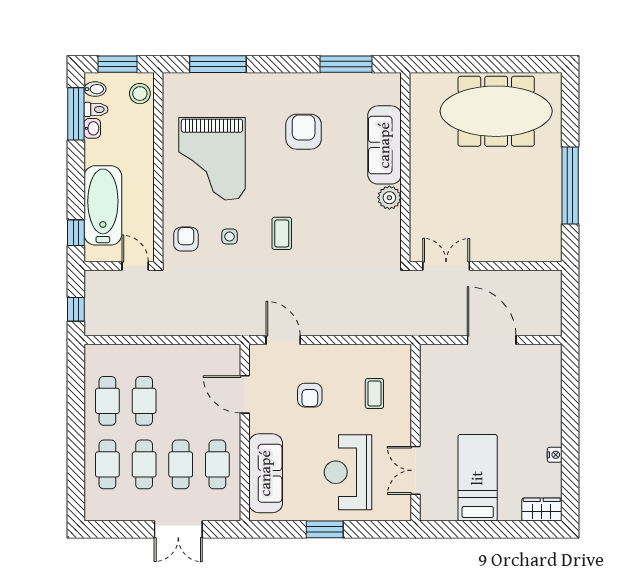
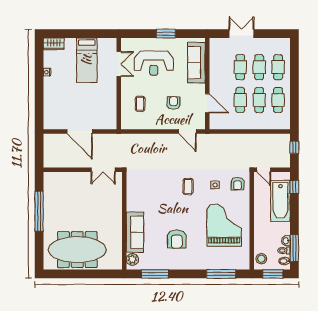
plant: (389, 198) -> (132, 259), moved
cafe table: (217, 464) -> (240, 100), moved
reception desk: (348, 472) -> (154, 63), turned 90

